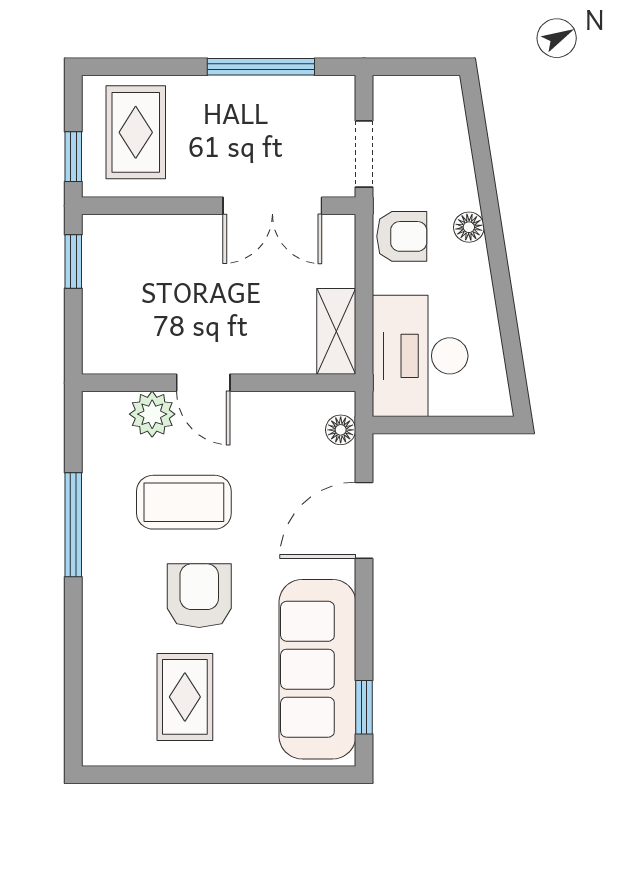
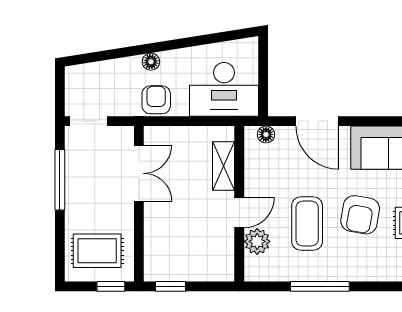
doorway: (364, 154) -> (89, 121), moved
shelving: (336, 331) -> (224, 166), moved, turned 90
armchair: (199, 596) -> (360, 215), turned -80

